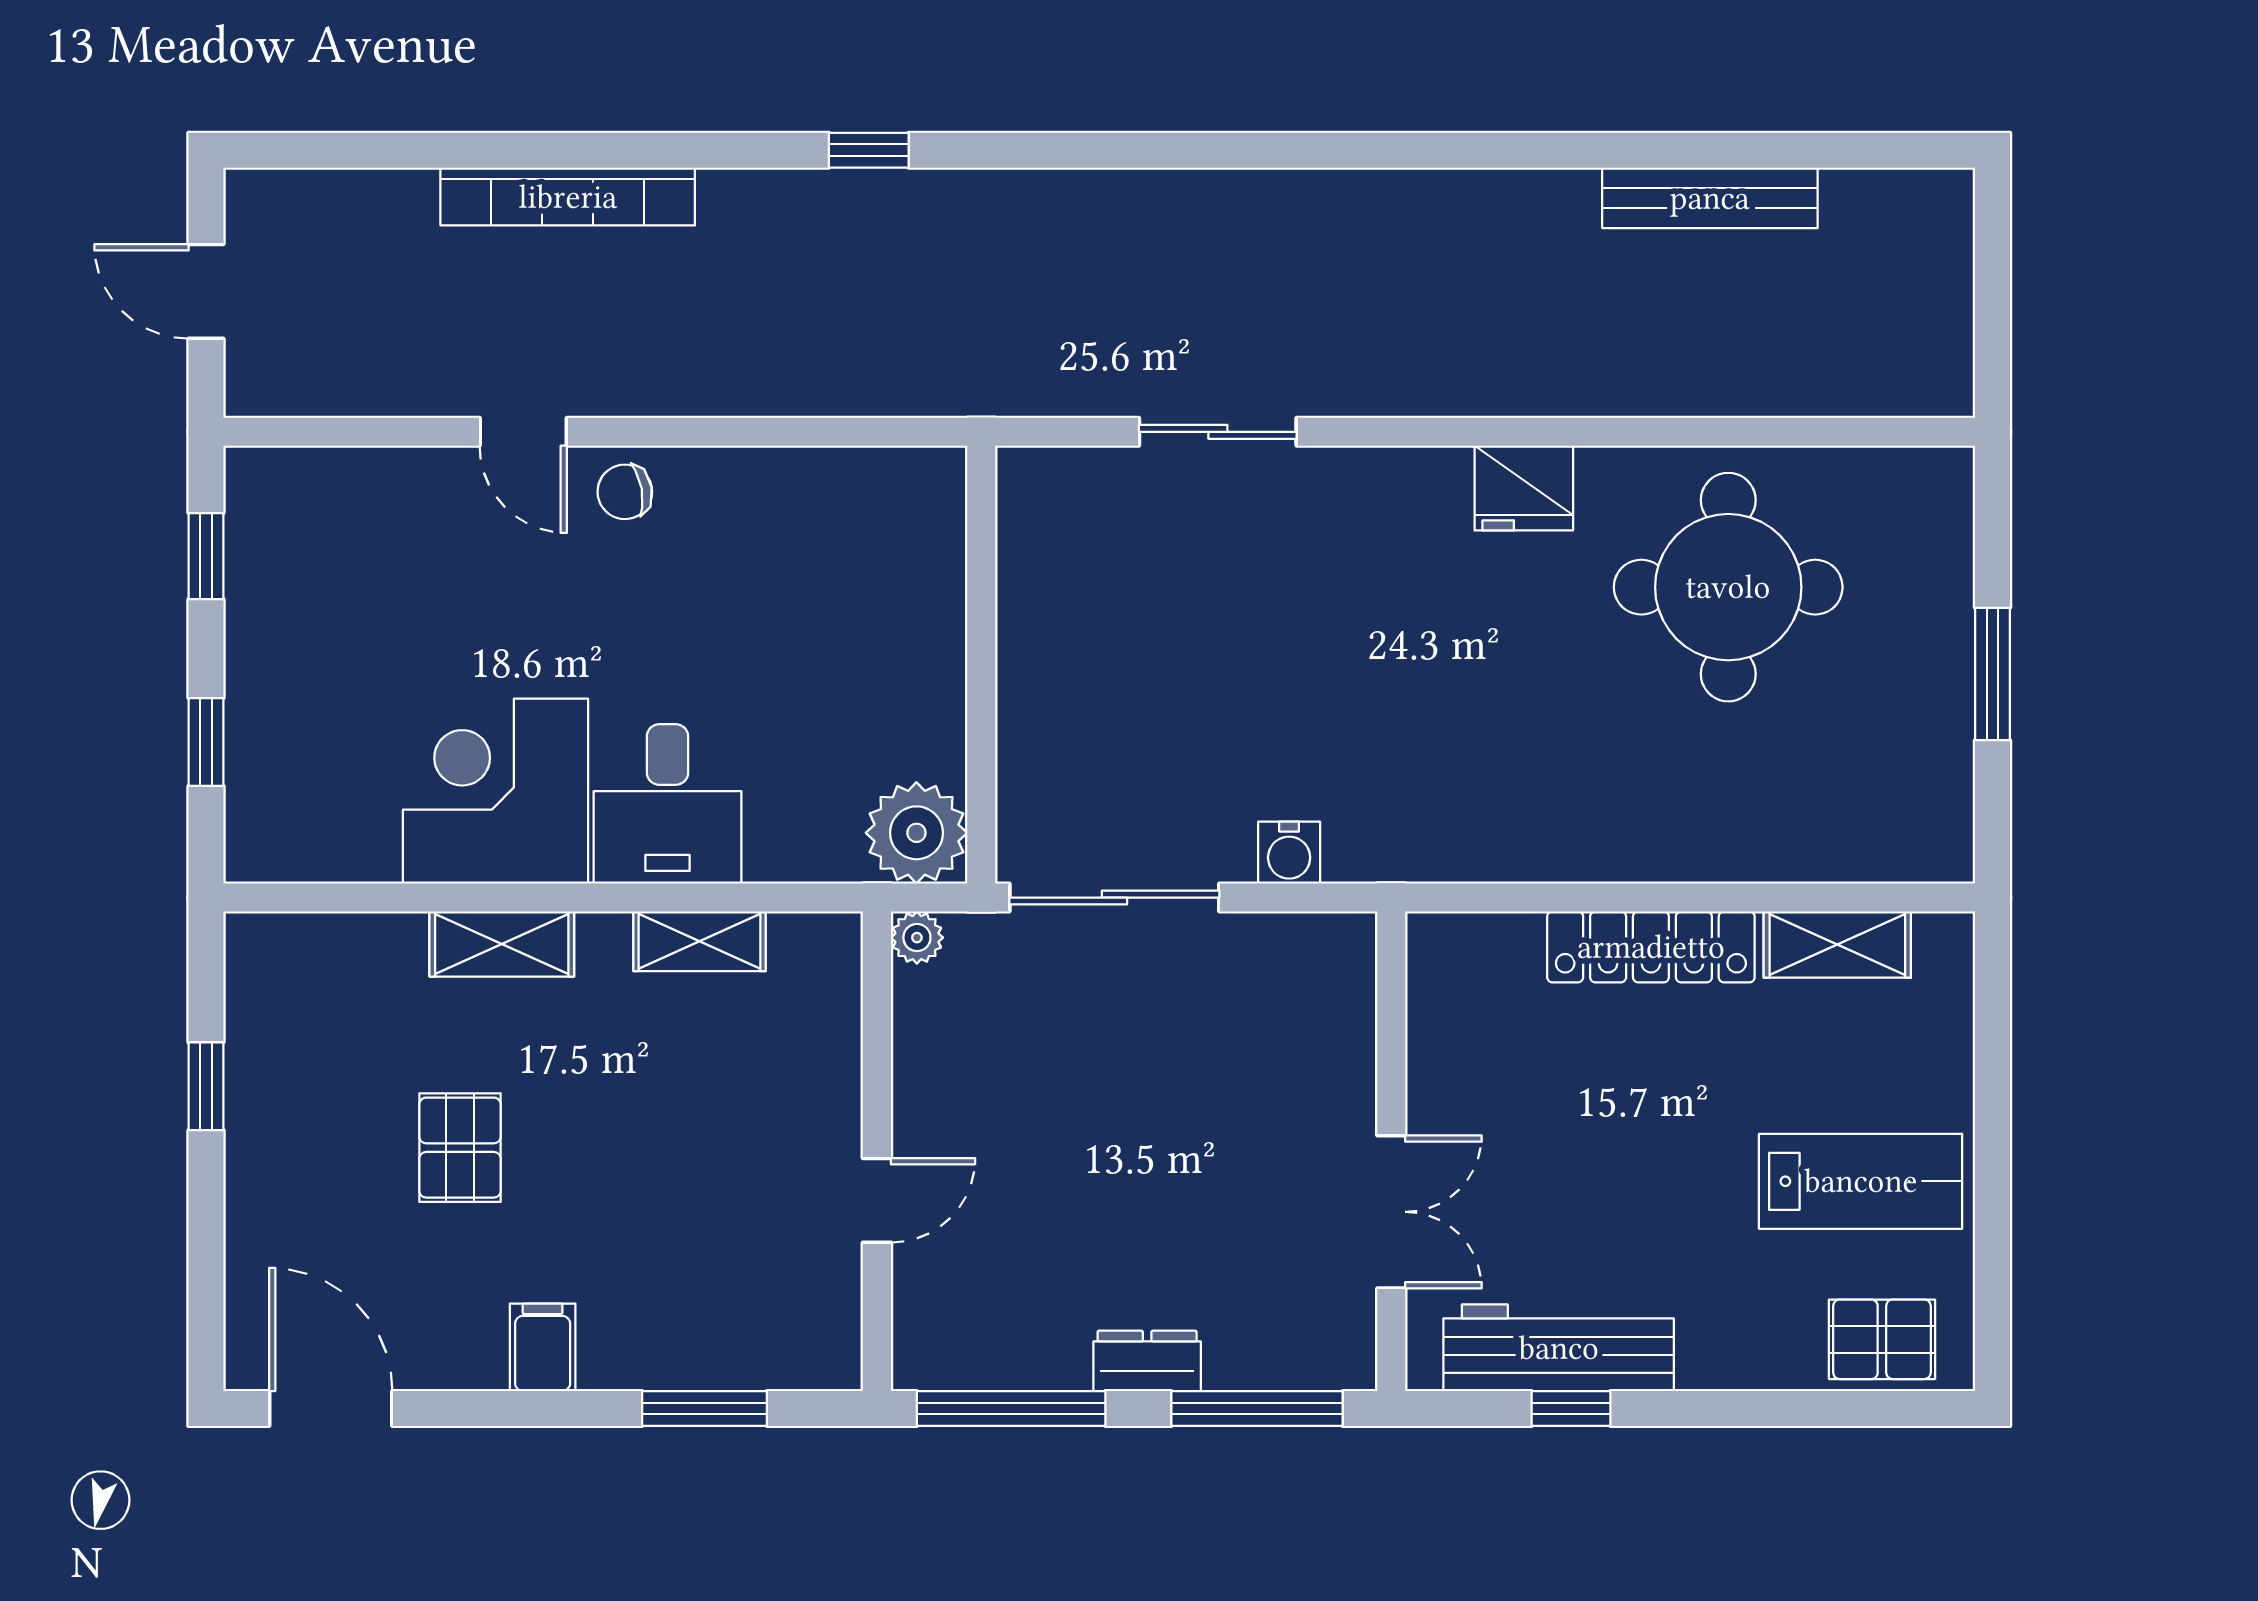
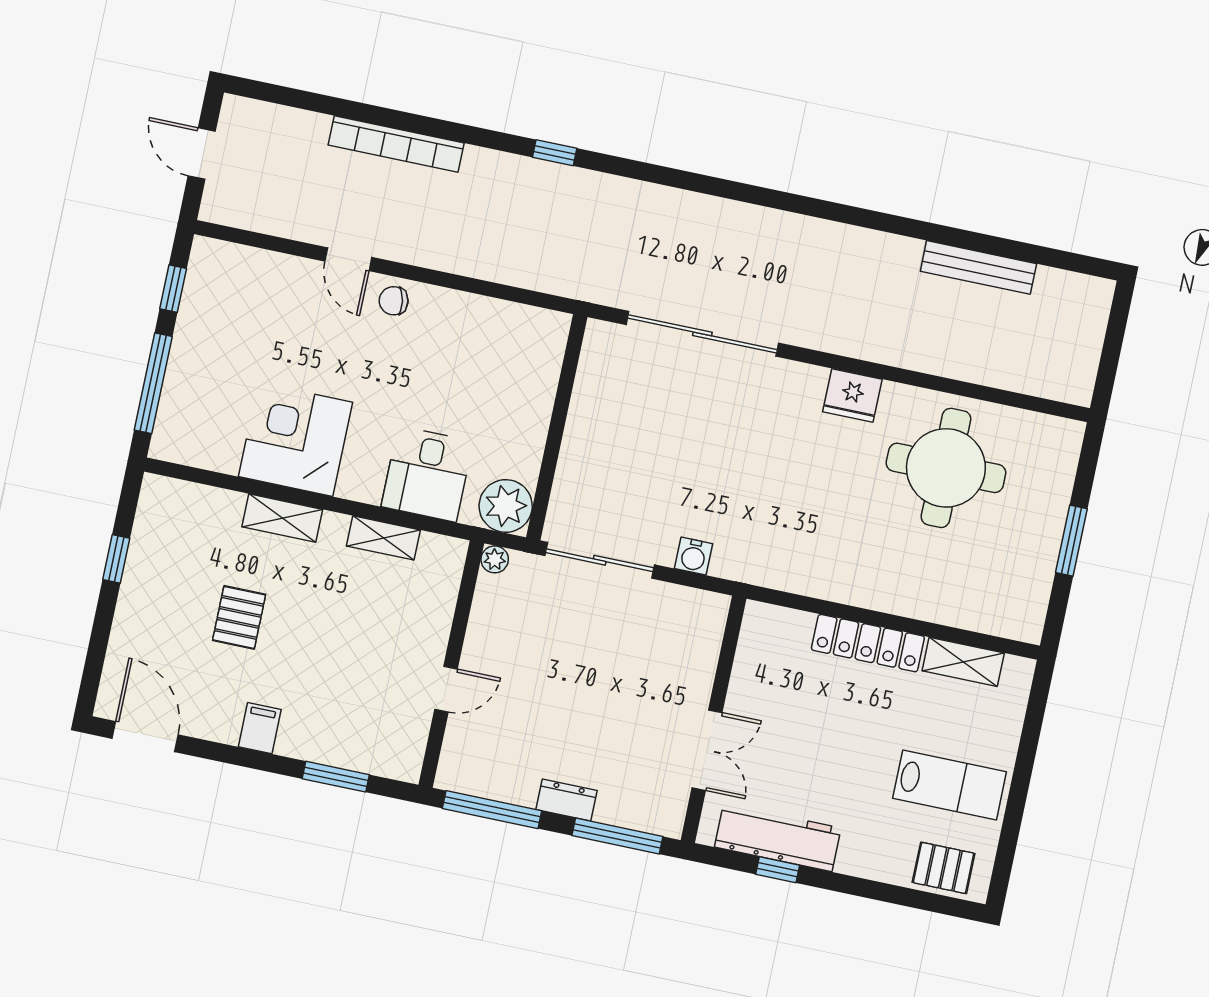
sliding door: (1218, 432) -> (702, 334), width x1.86
window: (206, 742) -> (153, 383), width x2.17
desk: (667, 804) -> (427, 474), moved

